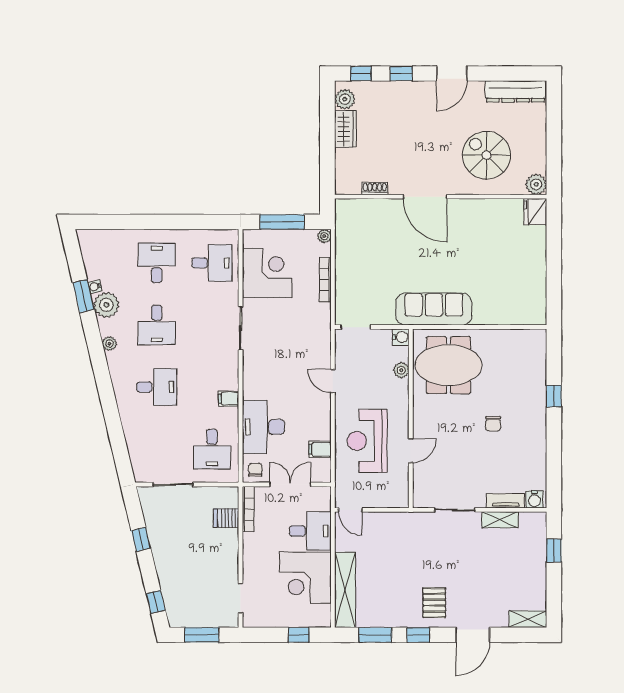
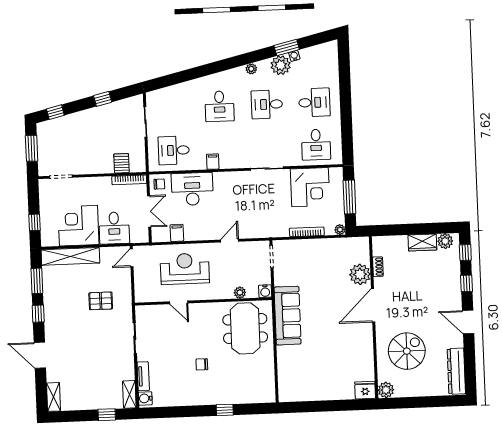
plant: (384, 212) -> (360, 274), added
shelving: (500, 520) -> (129, 394), moved
pallet: (434, 603) -> (101, 301), moved

